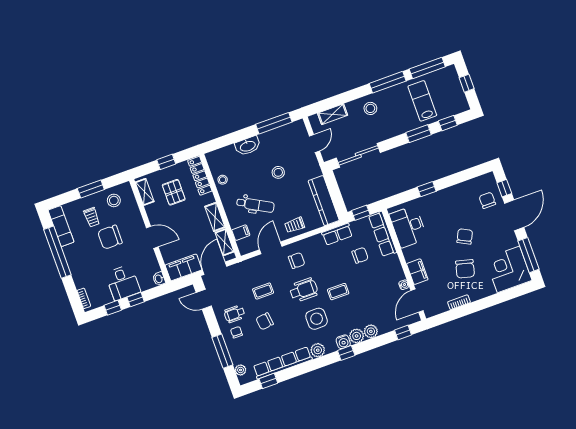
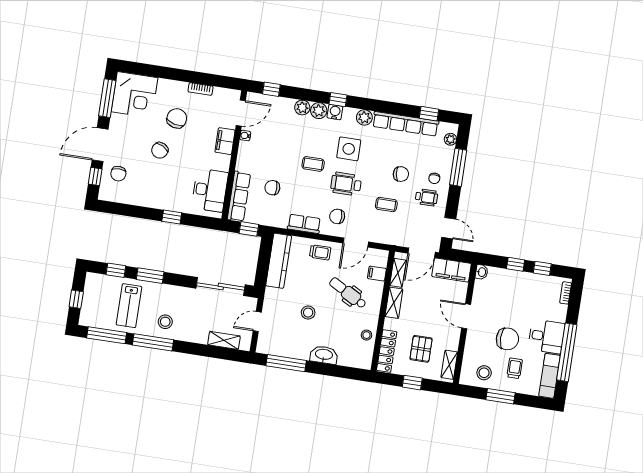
stool: (370, 108) -> (165, 322), moved
row of seats: (337, 234) -> (304, 224), moved
desk: (123, 283) -> (546, 336), moved, turned 90

